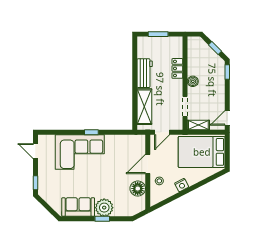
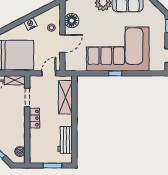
locker: (177, 68) -> (34, 118), moved
workbench: (145, 73) -> (65, 140), moved
boiler: (193, 81) -> (20, 151), moved
corner sofa: (80, 152) -> (118, 49), width x1.36, depth x1.36

